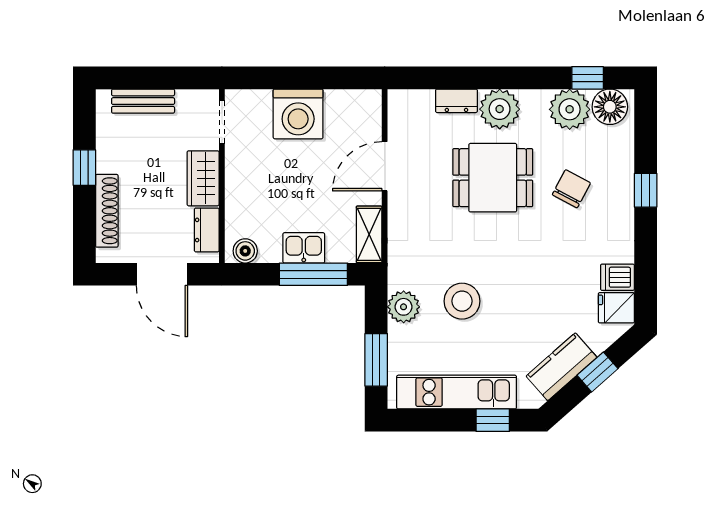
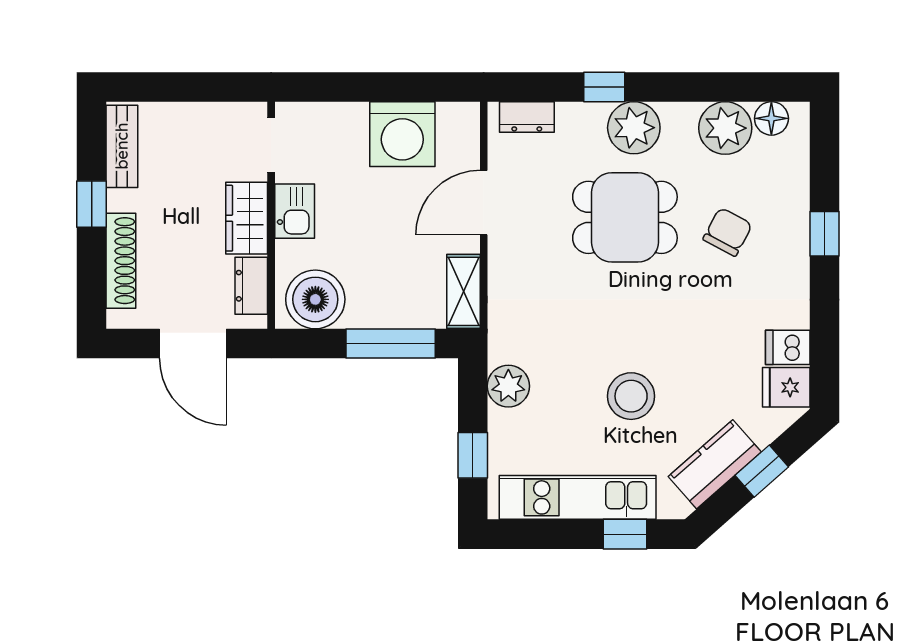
window: (588, 78) -> (604, 87), moved
bench: (143, 101) -> (122, 146), moved, turned 90
dresser: (456, 101) -> (527, 117), moved
floor lamp: (610, 107) -> (771, 118), width x0.73, depth x0.73
washing machine: (298, 114) -> (402, 134), moved
kitchen sink: (304, 248) -> (295, 211), moved, turned 90
boiler: (245, 251) -> (315, 299), width x1.86, depth x1.86
stool: (462, 301) -> (631, 396), moved
window: (376, 360) -> (473, 455), width x0.67

